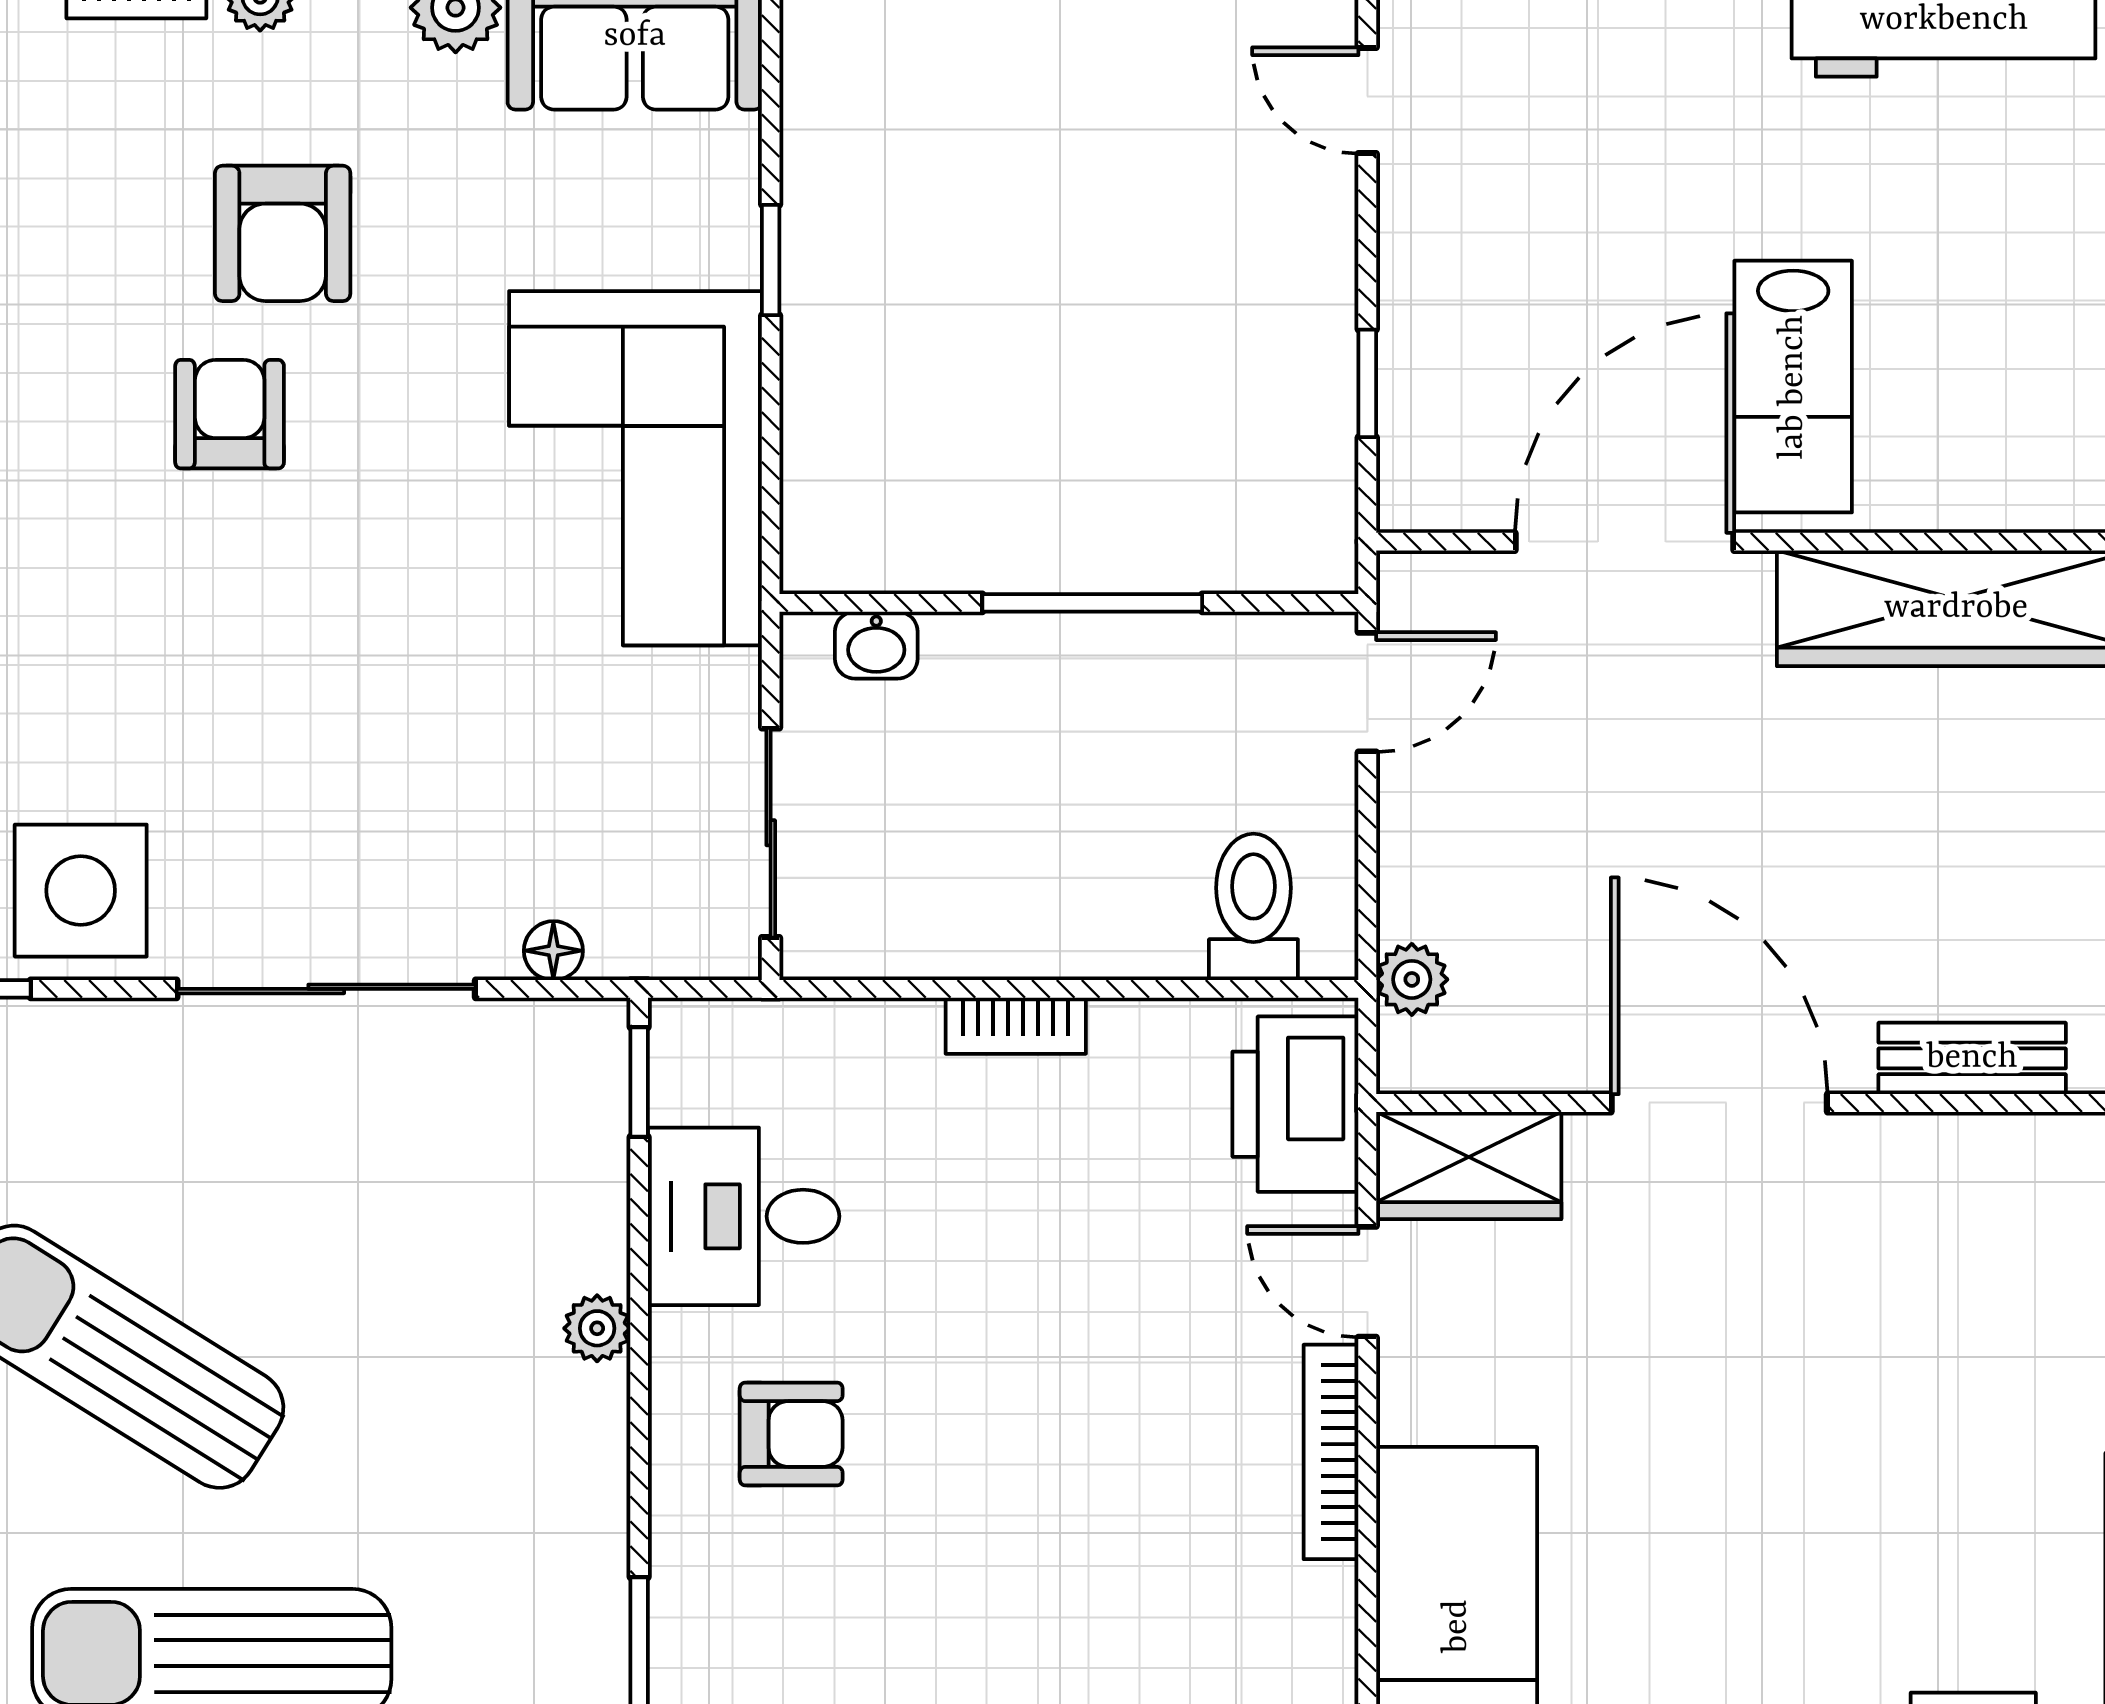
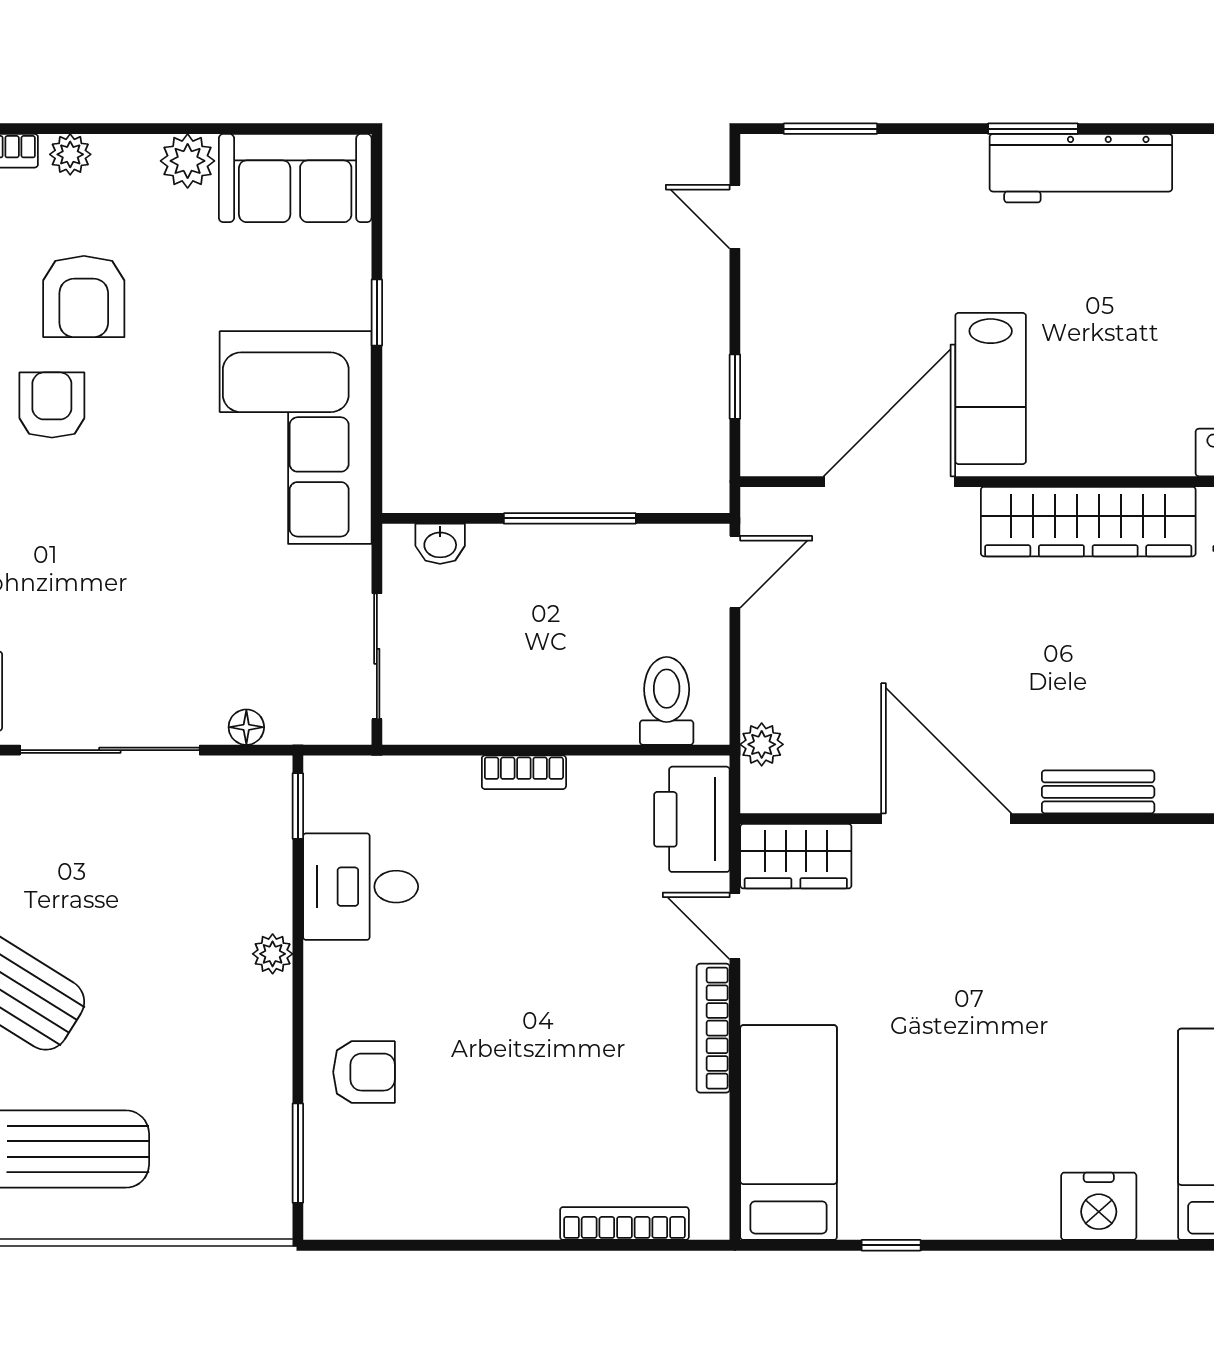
armchair: (791, 1434) -> (364, 1072), moved

